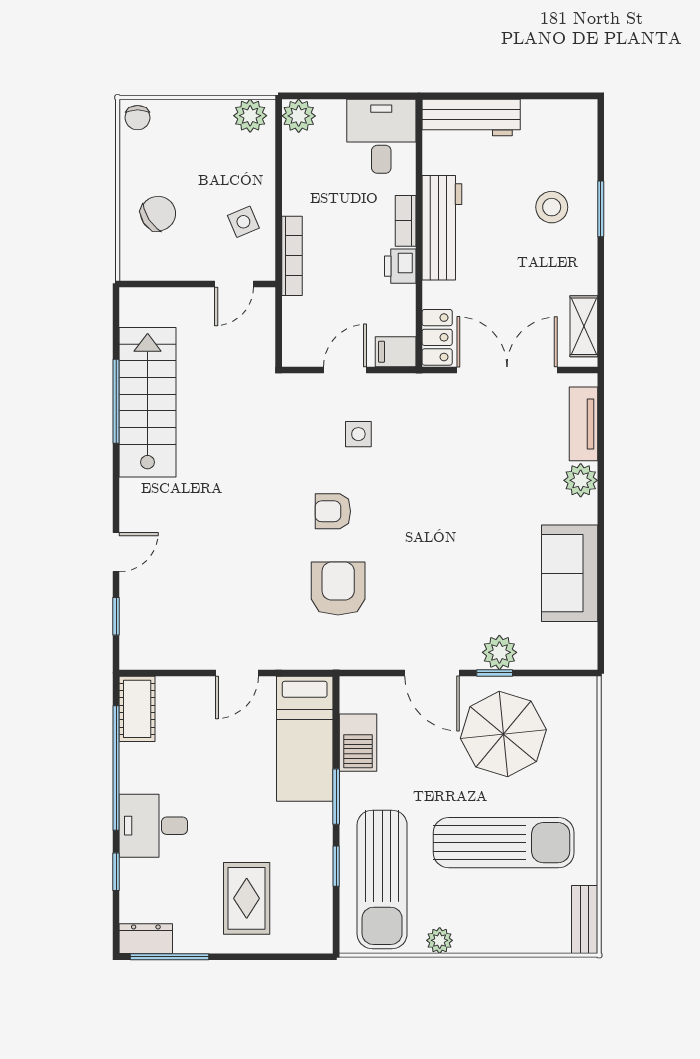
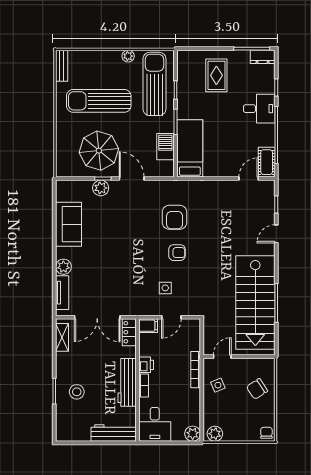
stairs: (148, 402) -> (255, 302), width x1.36, depth x1.51
door: (237, 673) -> (249, 179), moved

